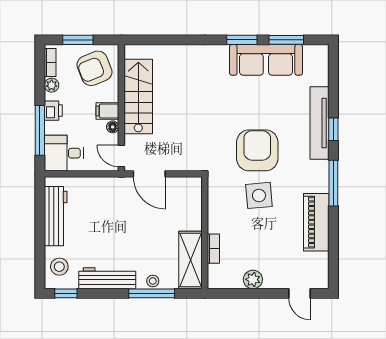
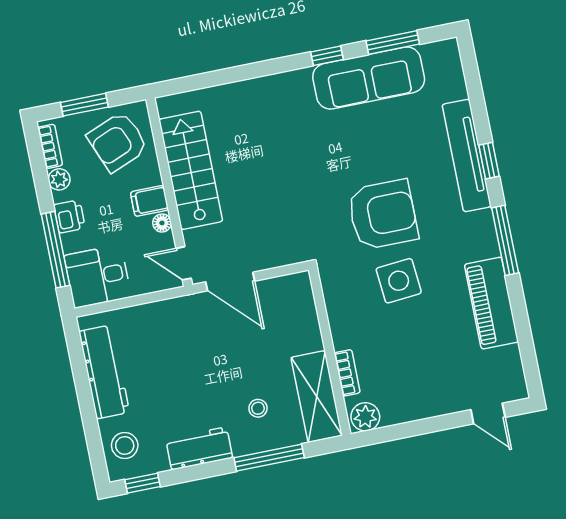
window: (242, 40) -> (327, 56), width x0.67
armchair: (257, 150) -> (383, 215), turned 90
workbench: (107, 278) -> (199, 448), width x0.73
plant: (253, 279) -> (365, 417), moved
stool: (153, 281) -> (258, 408), moved

